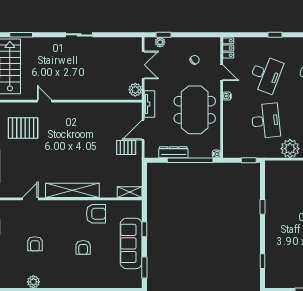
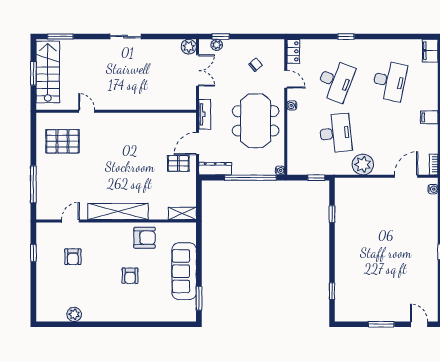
plant: (135, 90) -> (189, 47), moved
dresser: (173, 152) -> (215, 169), moved
window: (263, 207) -> (332, 214), moved
window: (144, 229) -> (199, 255), removed
armchair: (35, 244) -> (73, 257), moved

